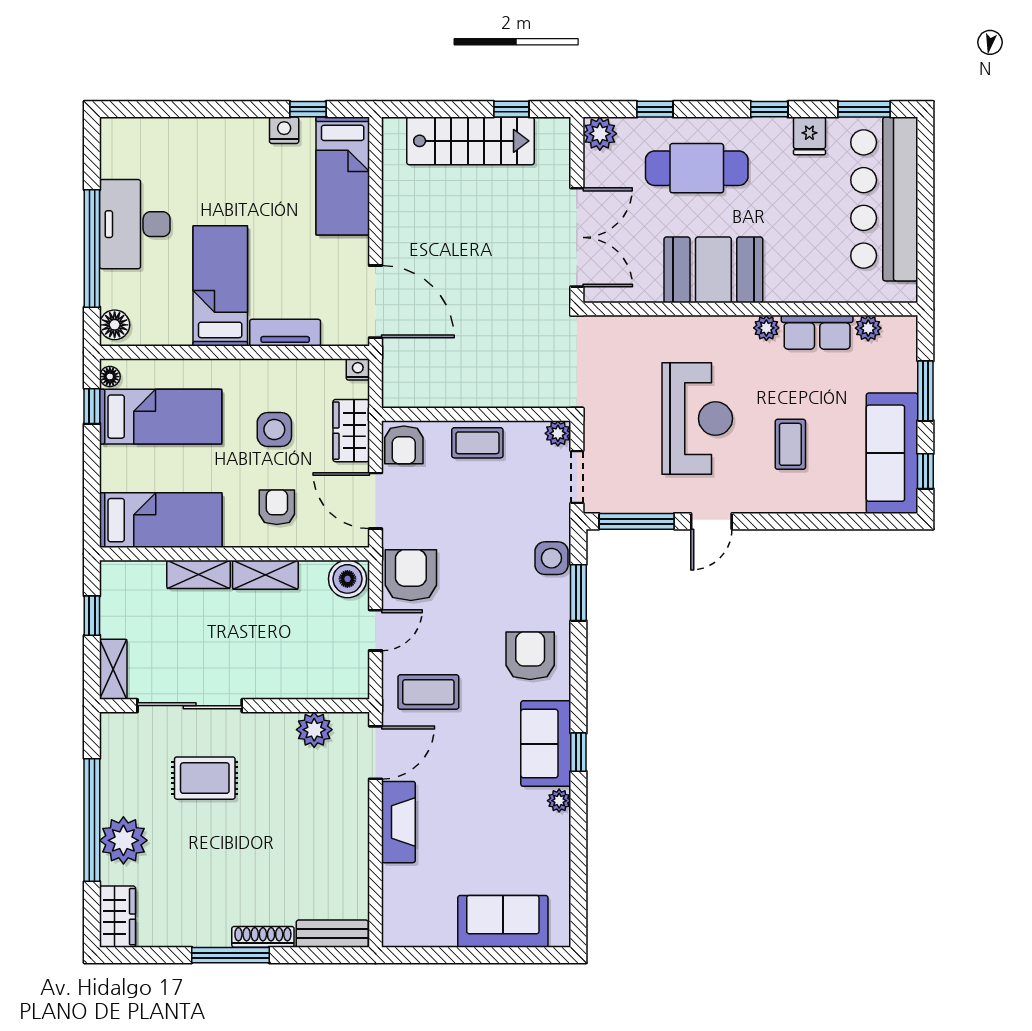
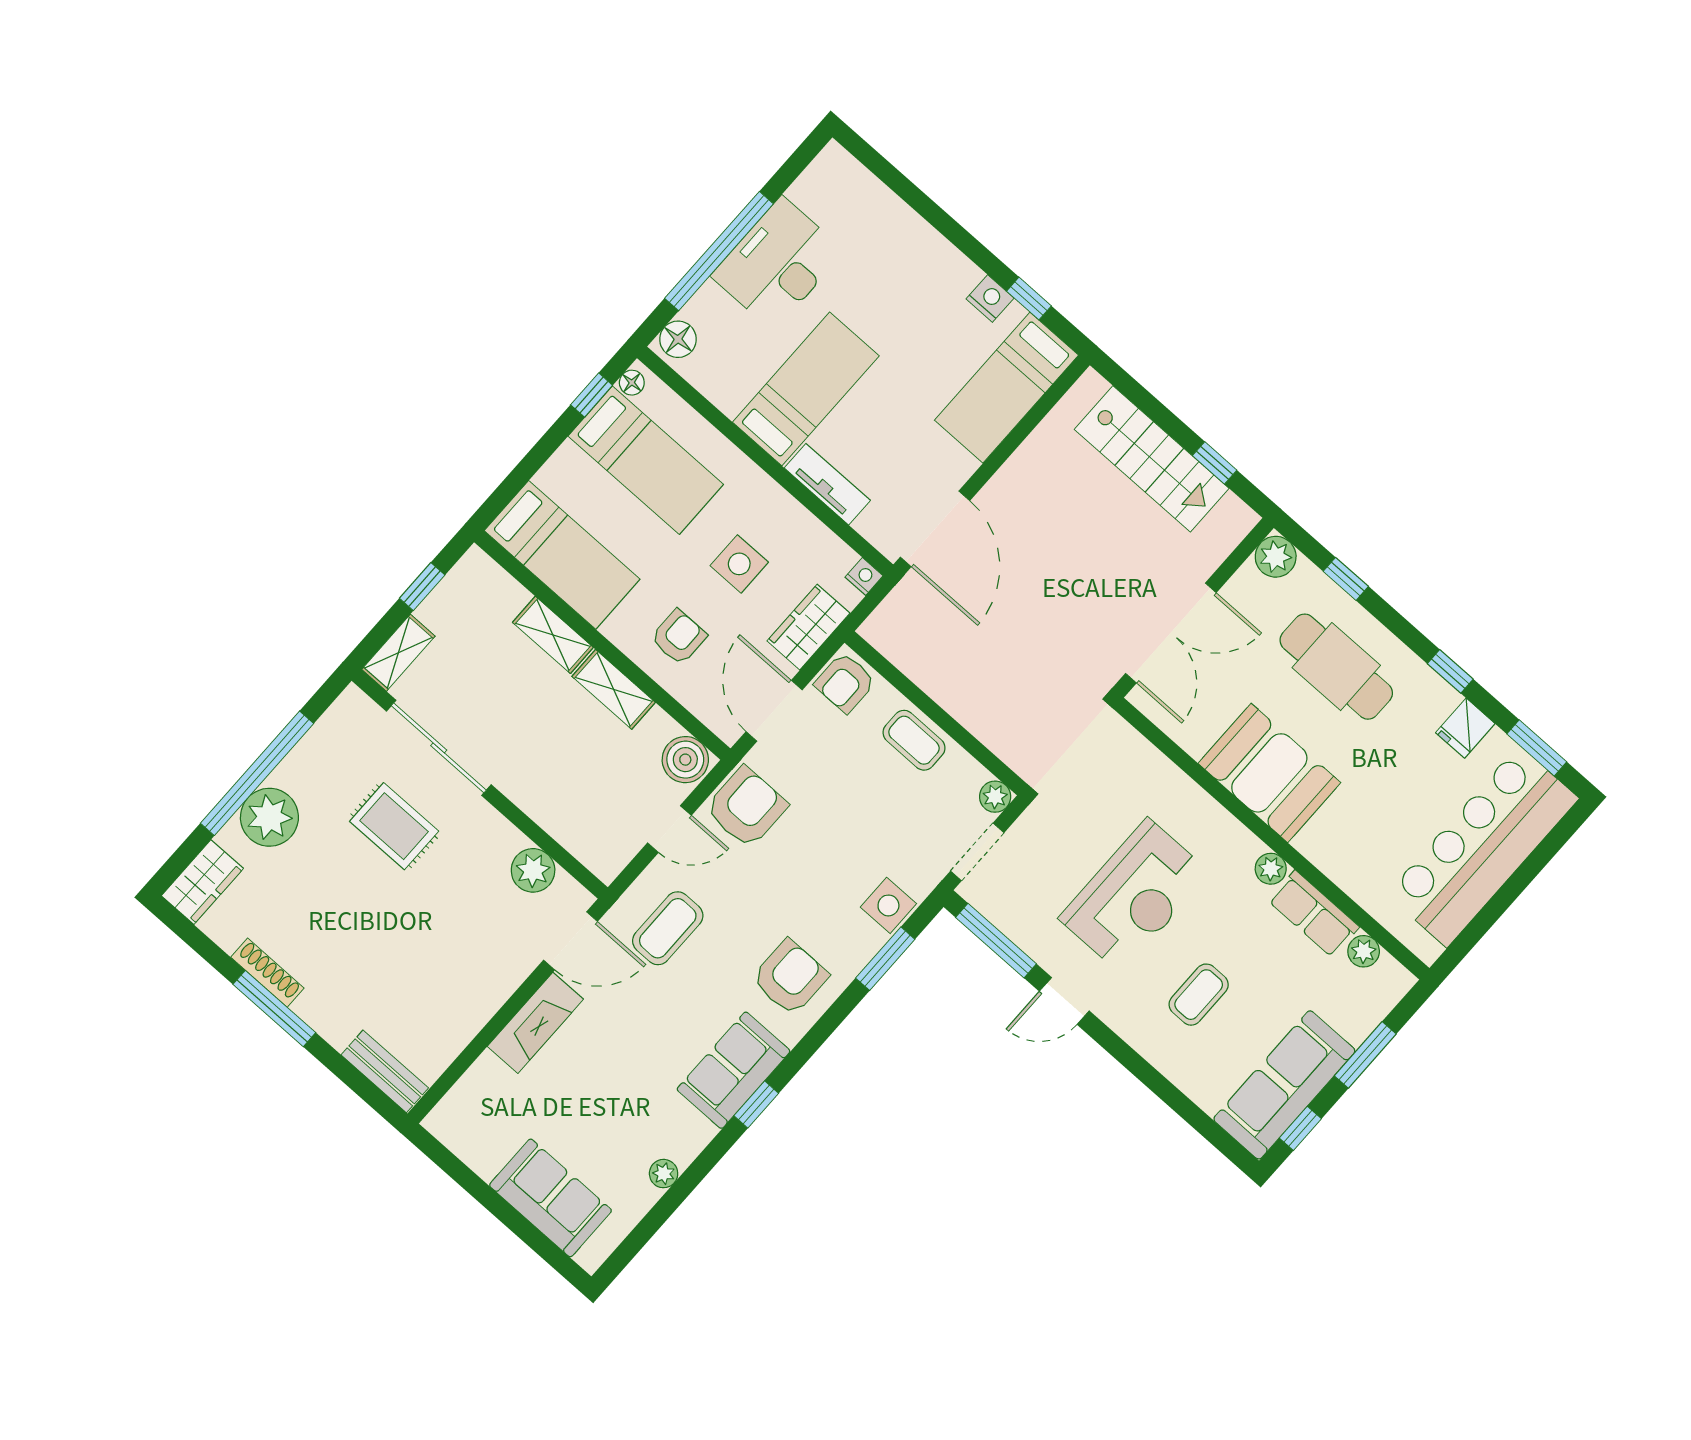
coffee table: (428, 692) -> (668, 928), turned 90
plant: (559, 801) -> (664, 1174), moved
shoe rack: (263, 937) -> (267, 973), moved

